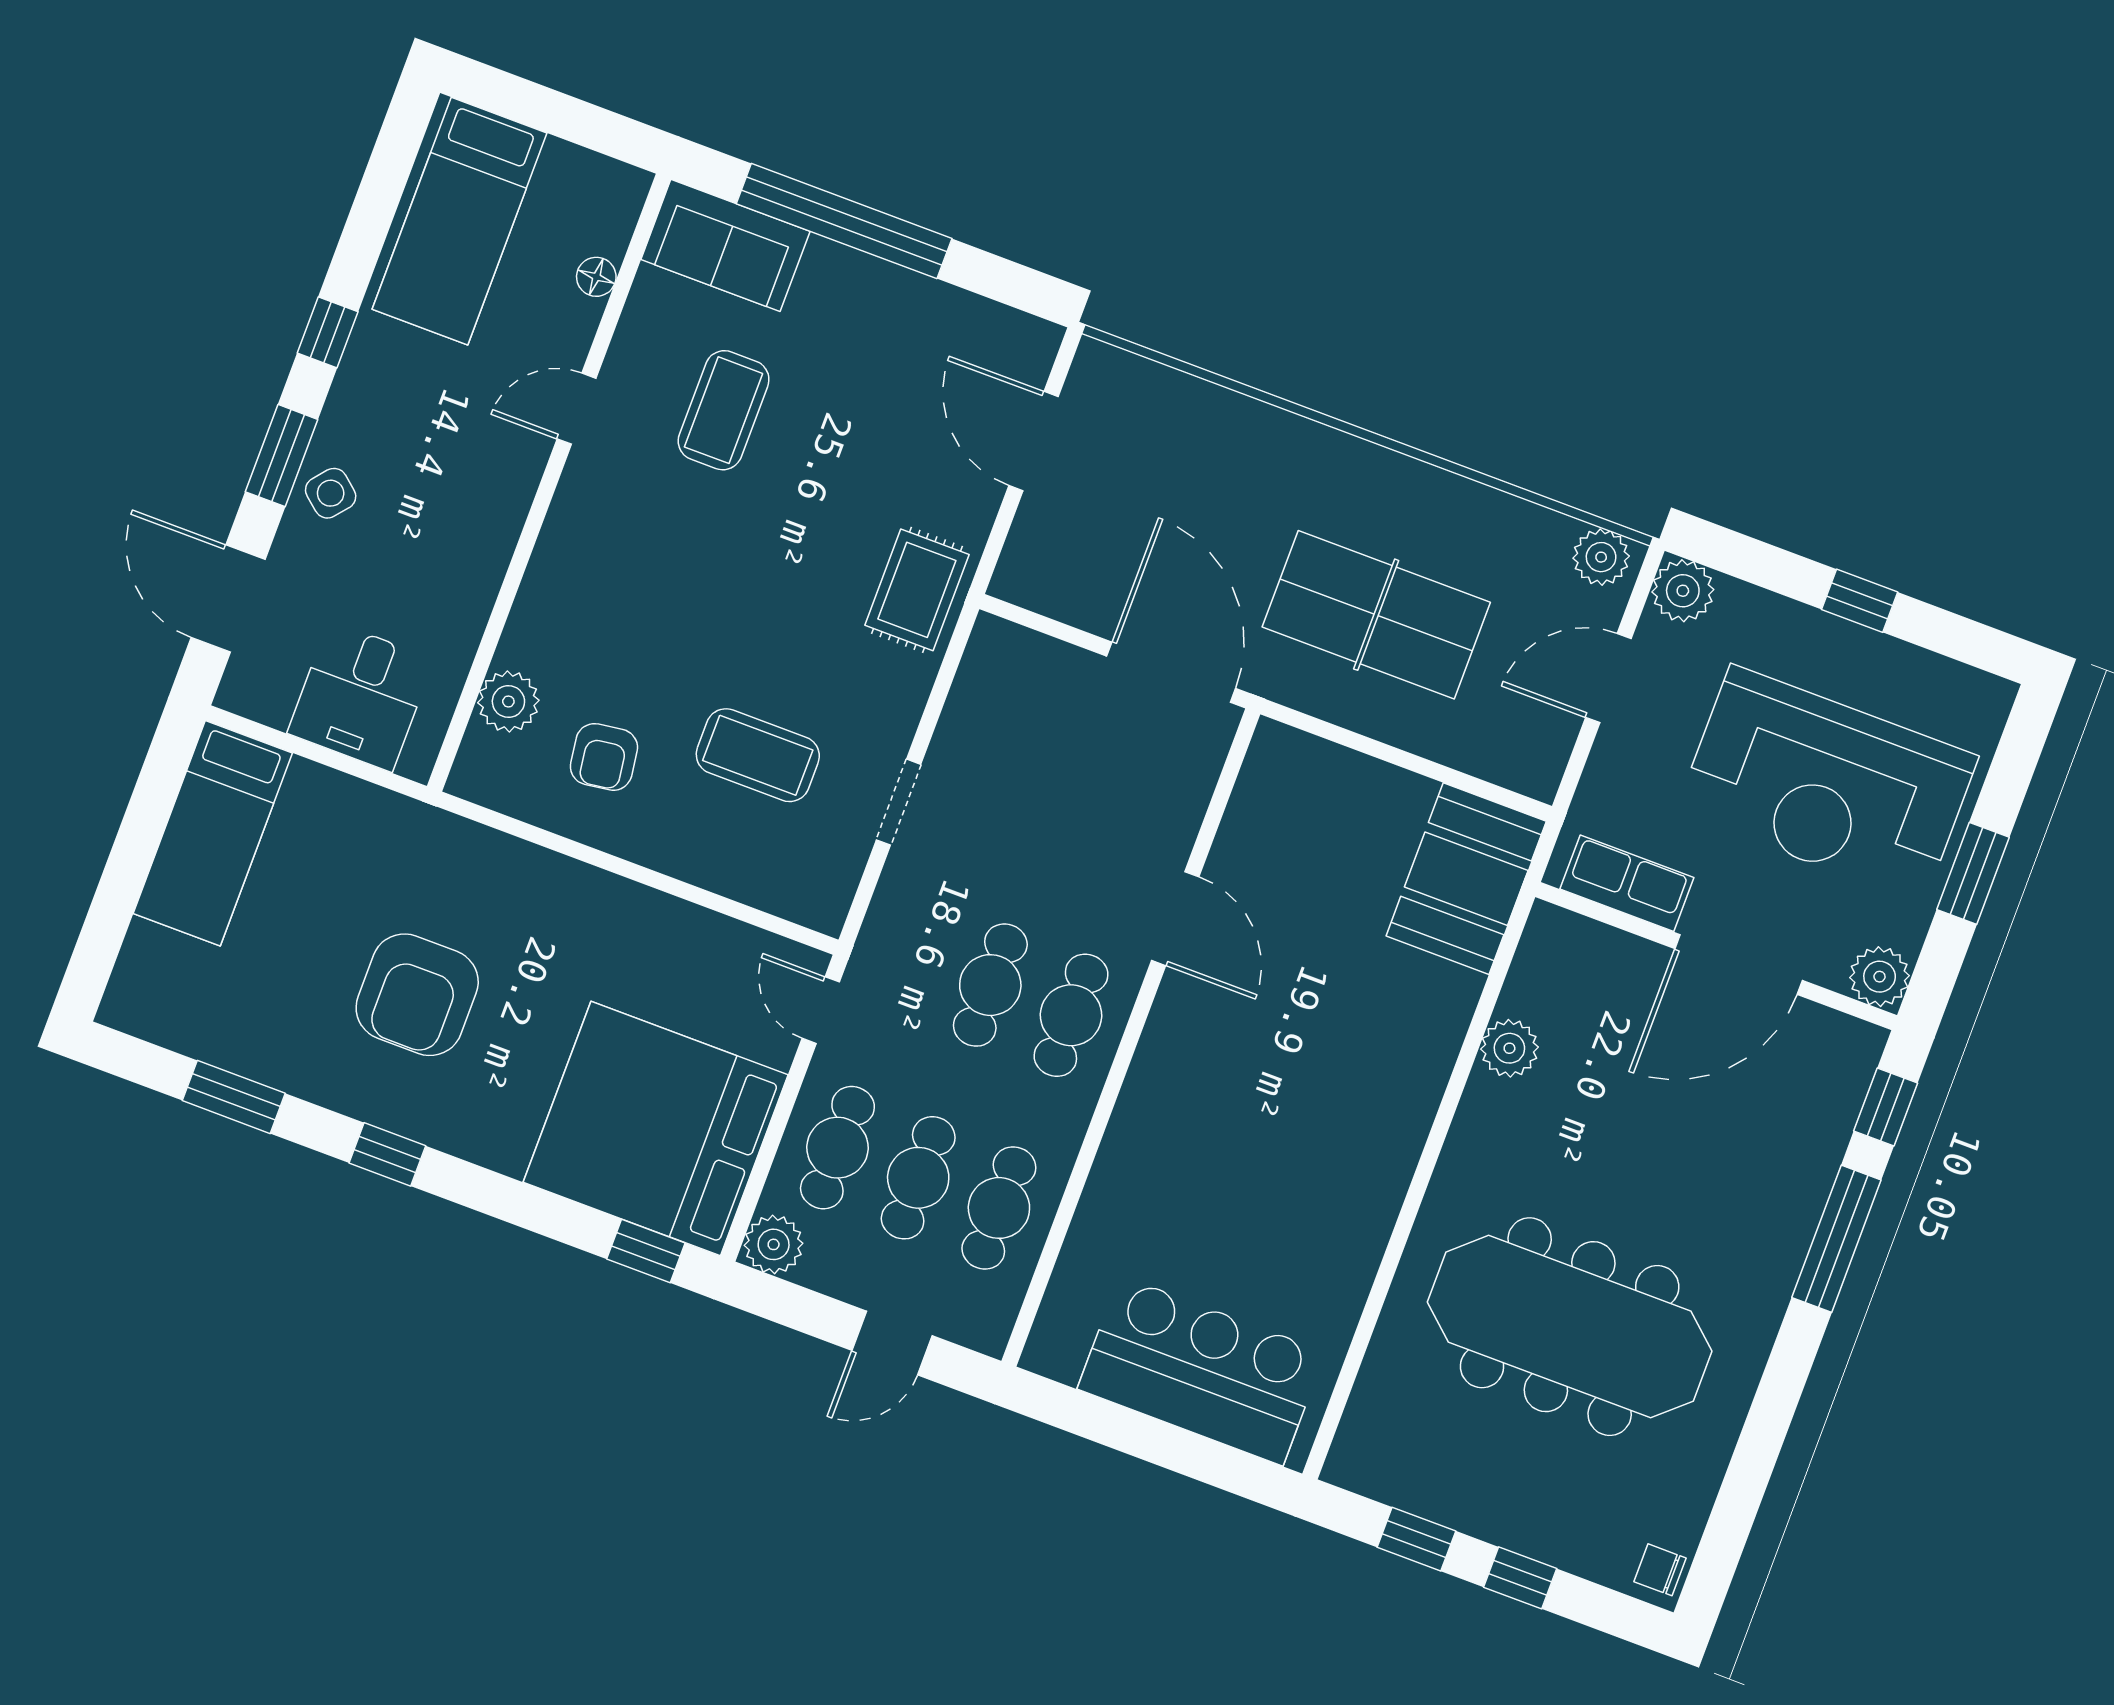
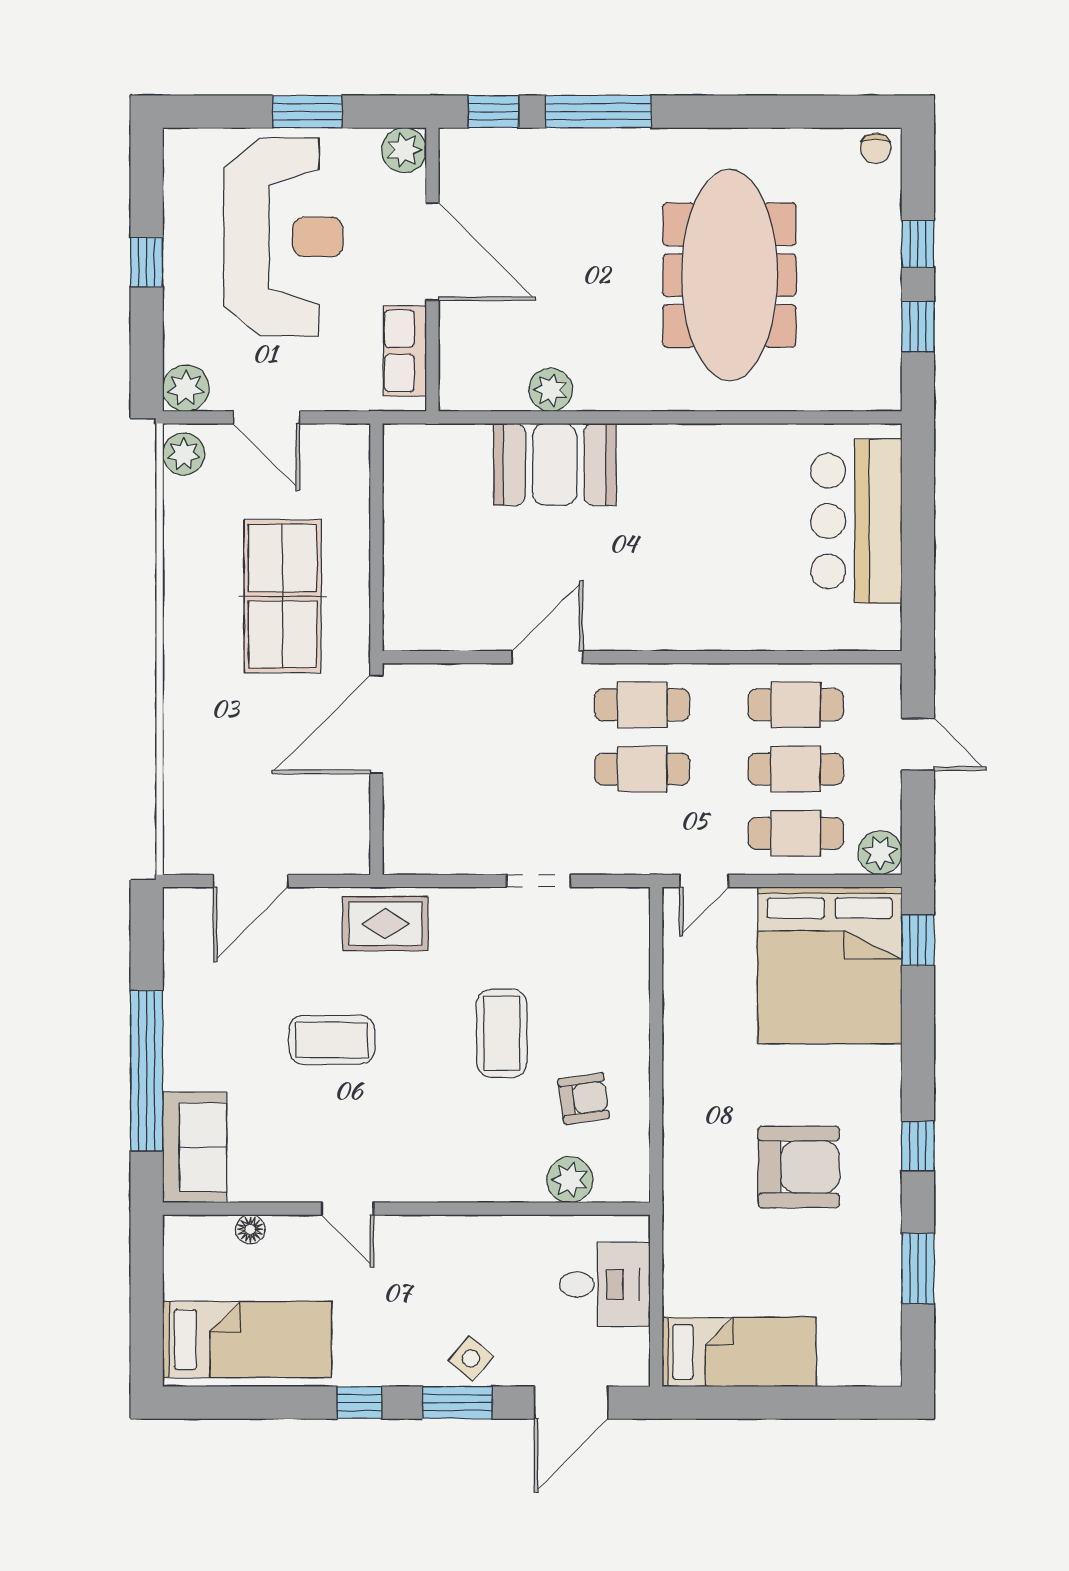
coffee table: (724, 410) -> (332, 1040), moved
coffee table: (758, 755) -> (502, 1033), moved
booth: (1466, 879) -> (555, 464), moved

